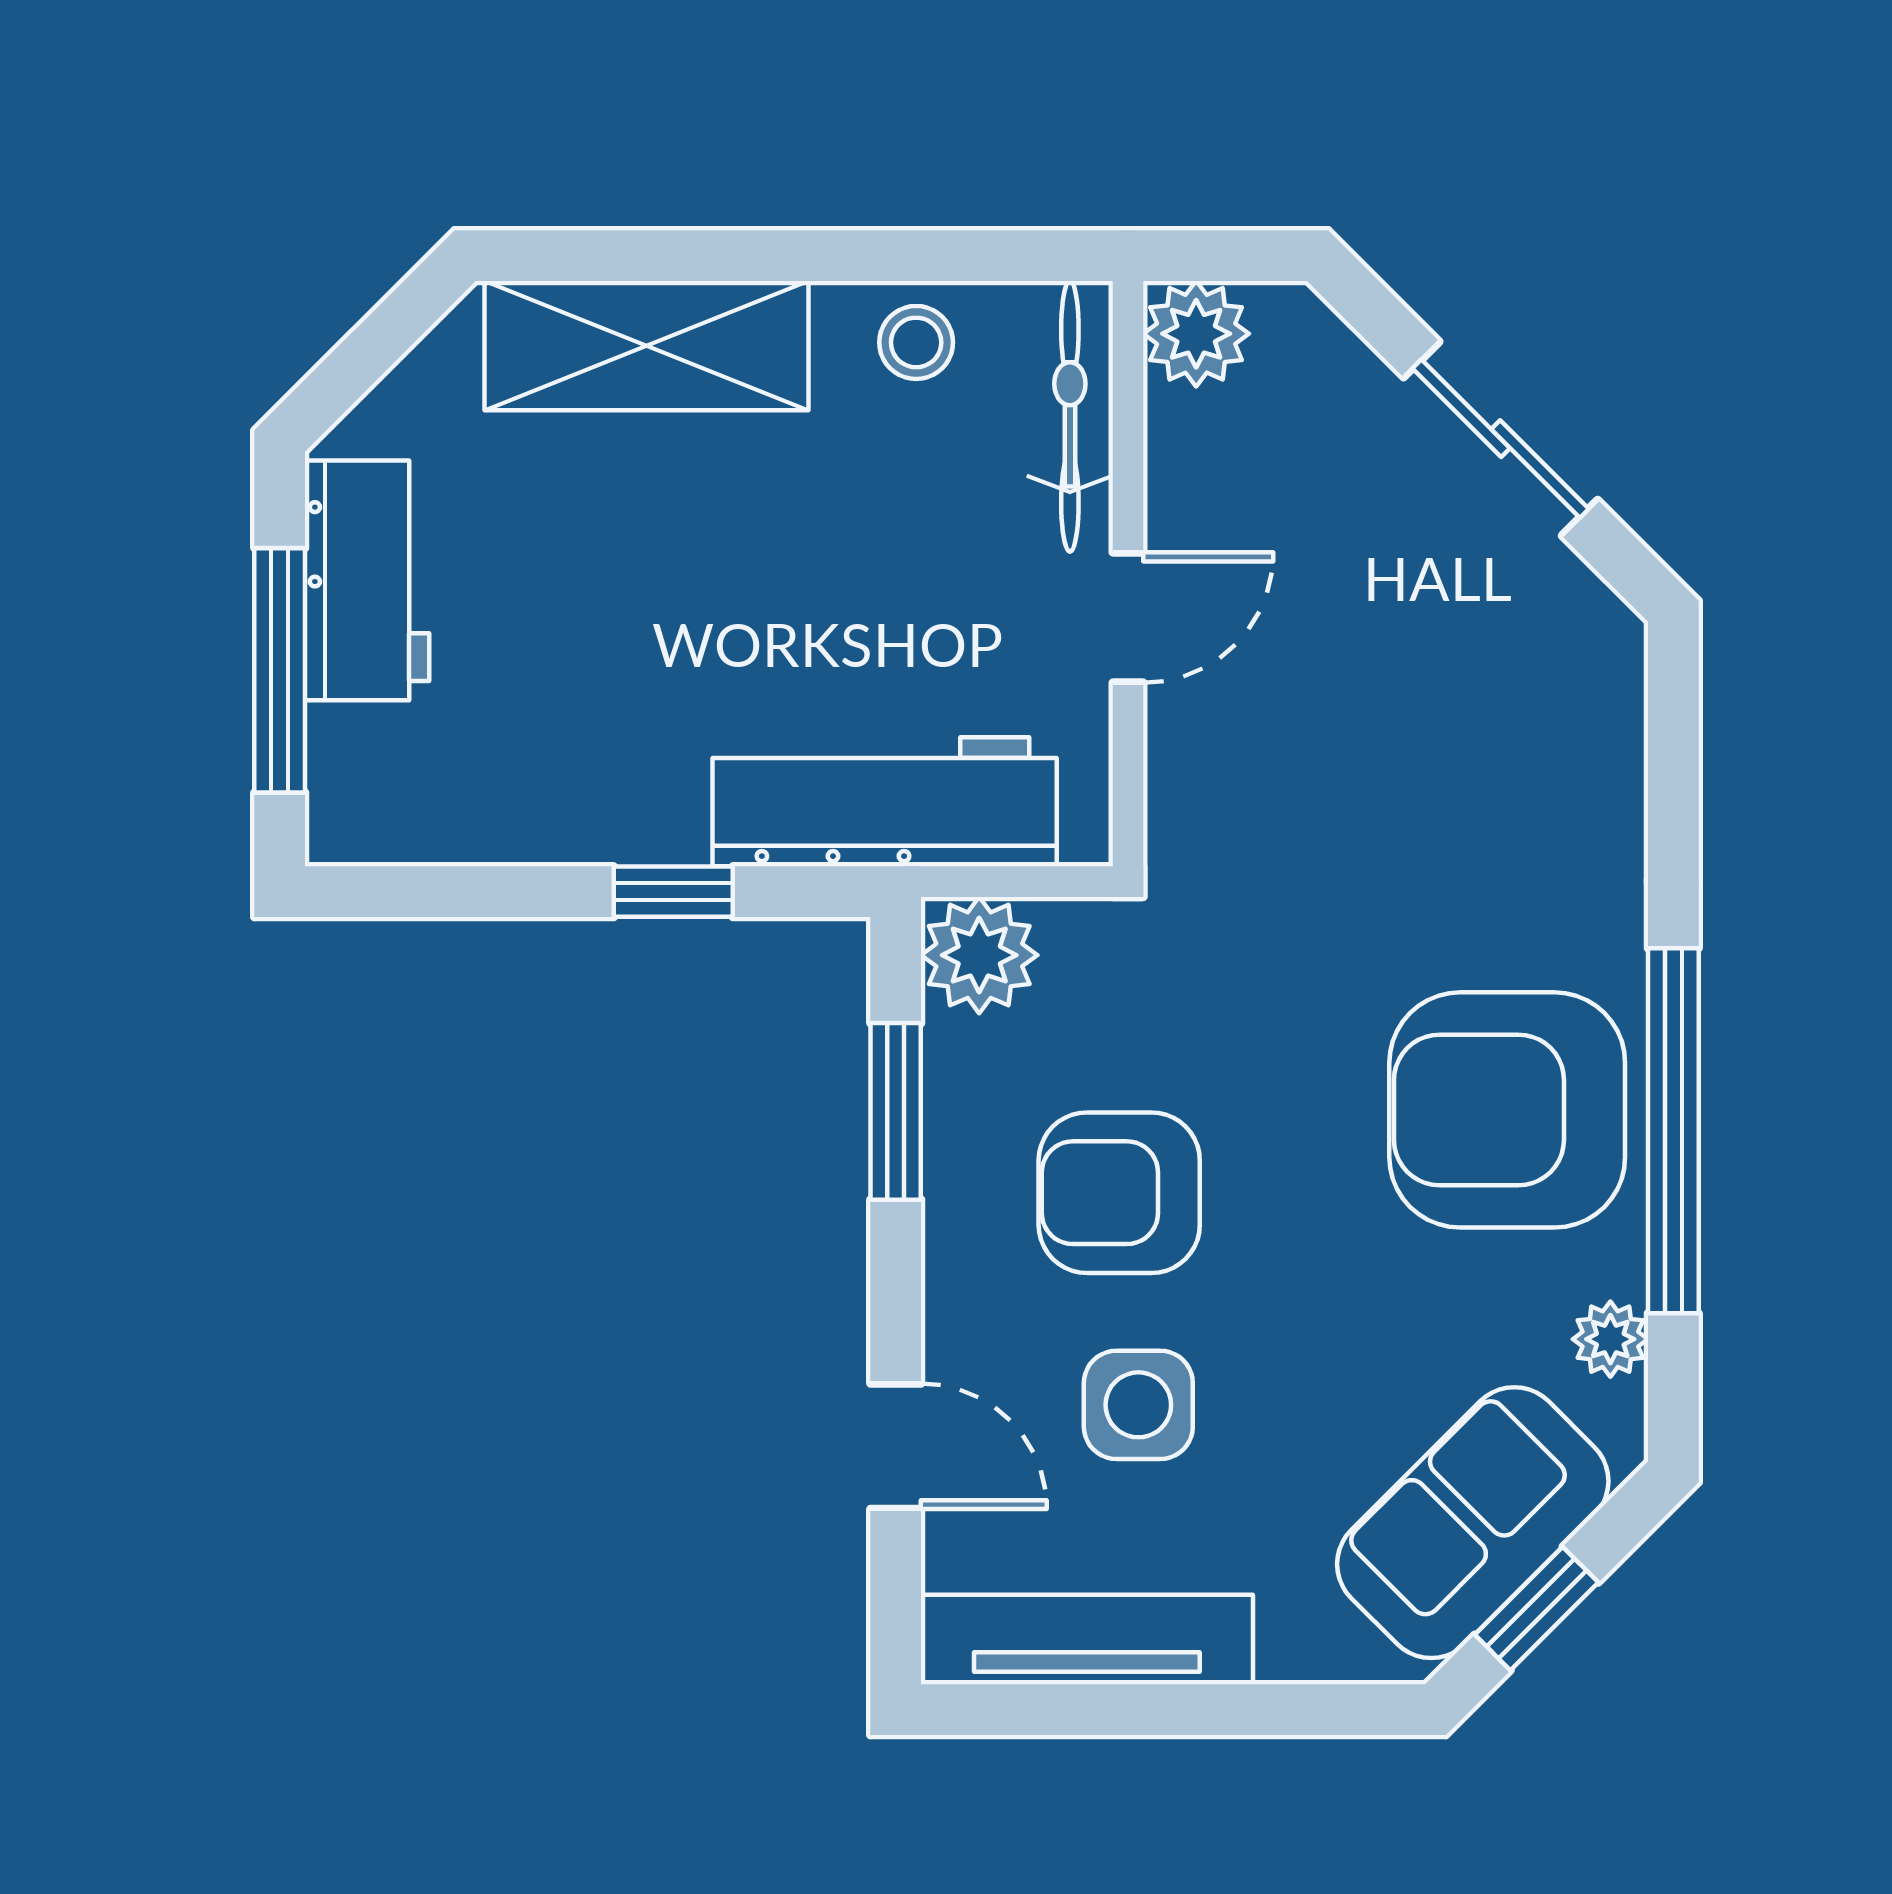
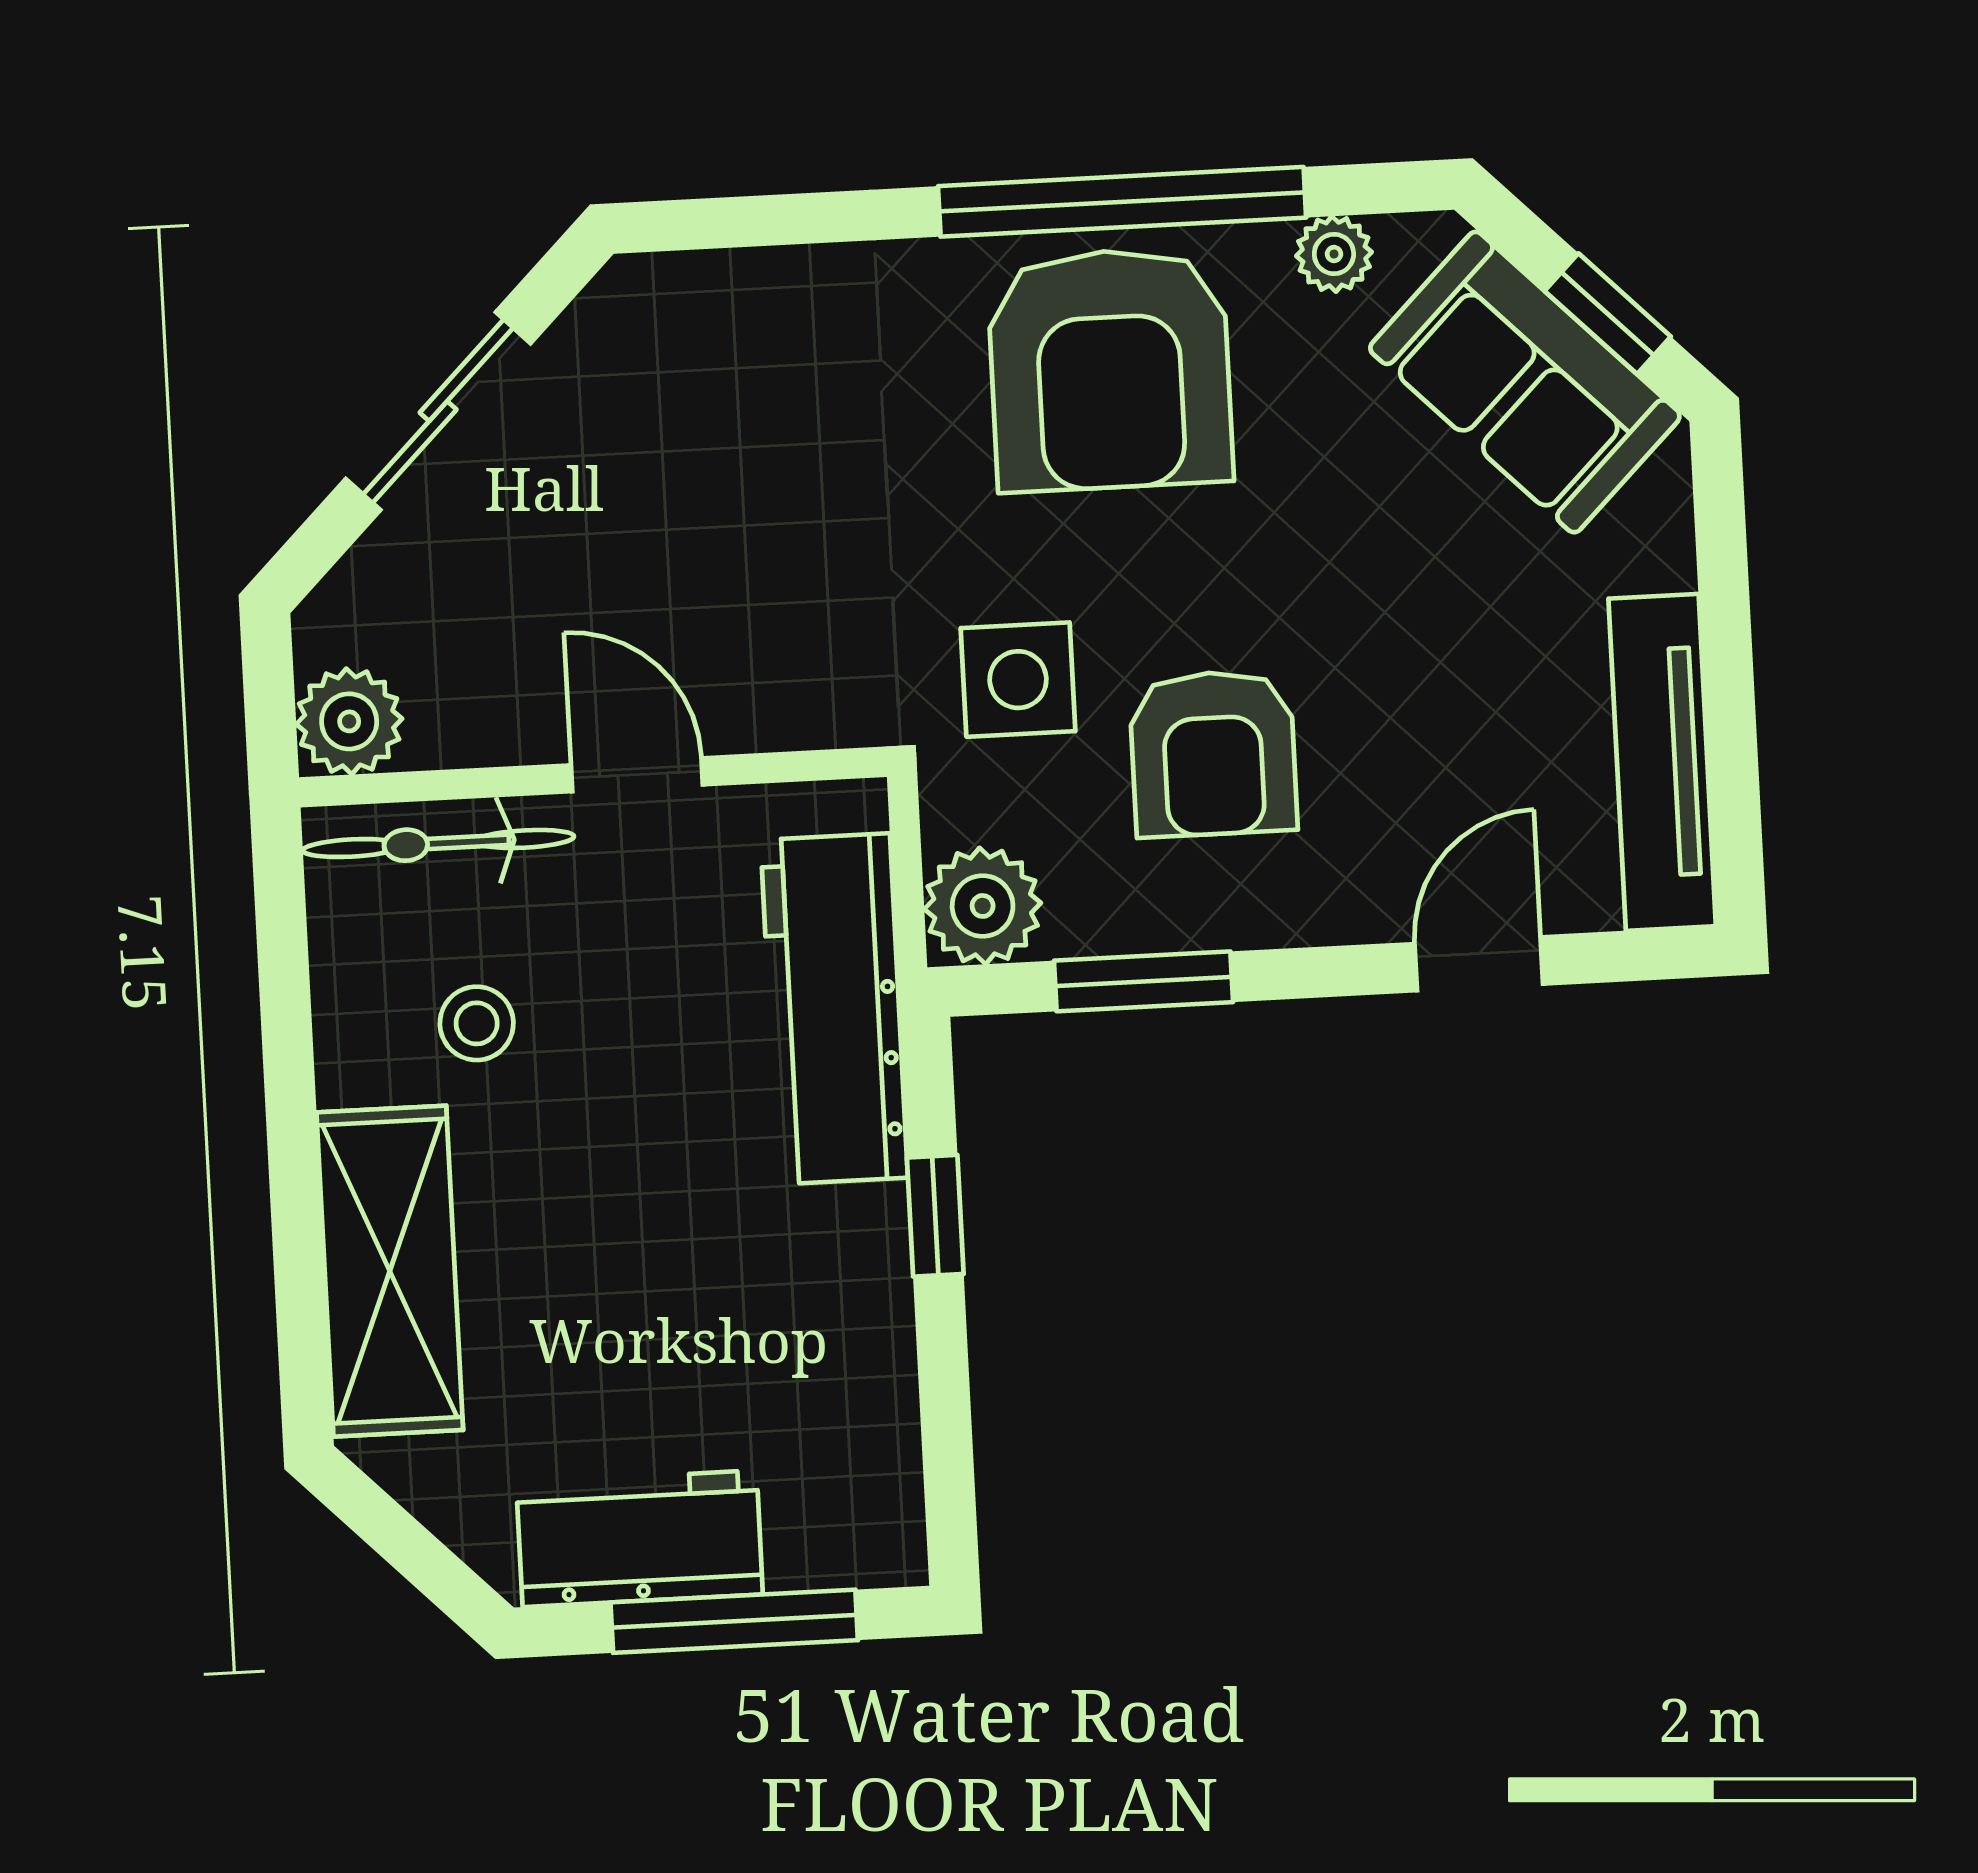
stool: (916, 342) -> (477, 1023), moved
side table: (1138, 1405) -> (1018, 680), moved

